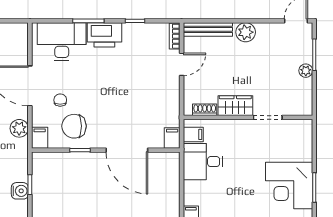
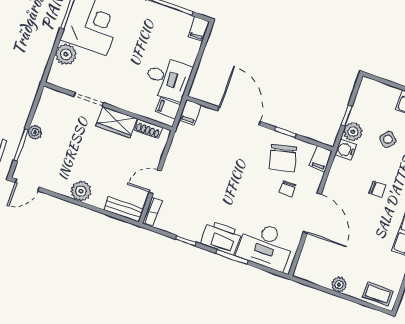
bench: (208, 29) -> (124, 209), width x0.73
chair: (74, 126) -> (283, 158), turned 77
plant: (19, 128) -> (353, 132), moved
plant: (303, 151) -> (66, 54), added
water cooler: (20, 191) -> (346, 150), moved

